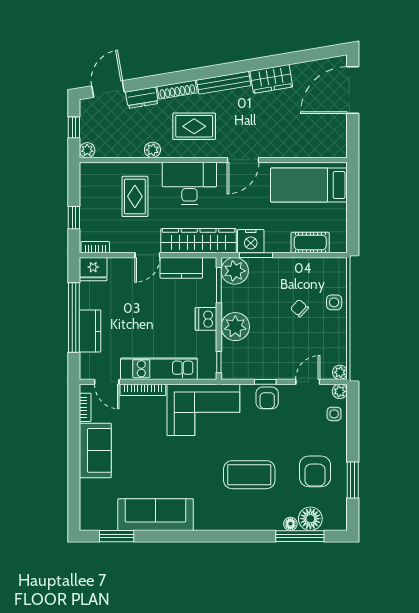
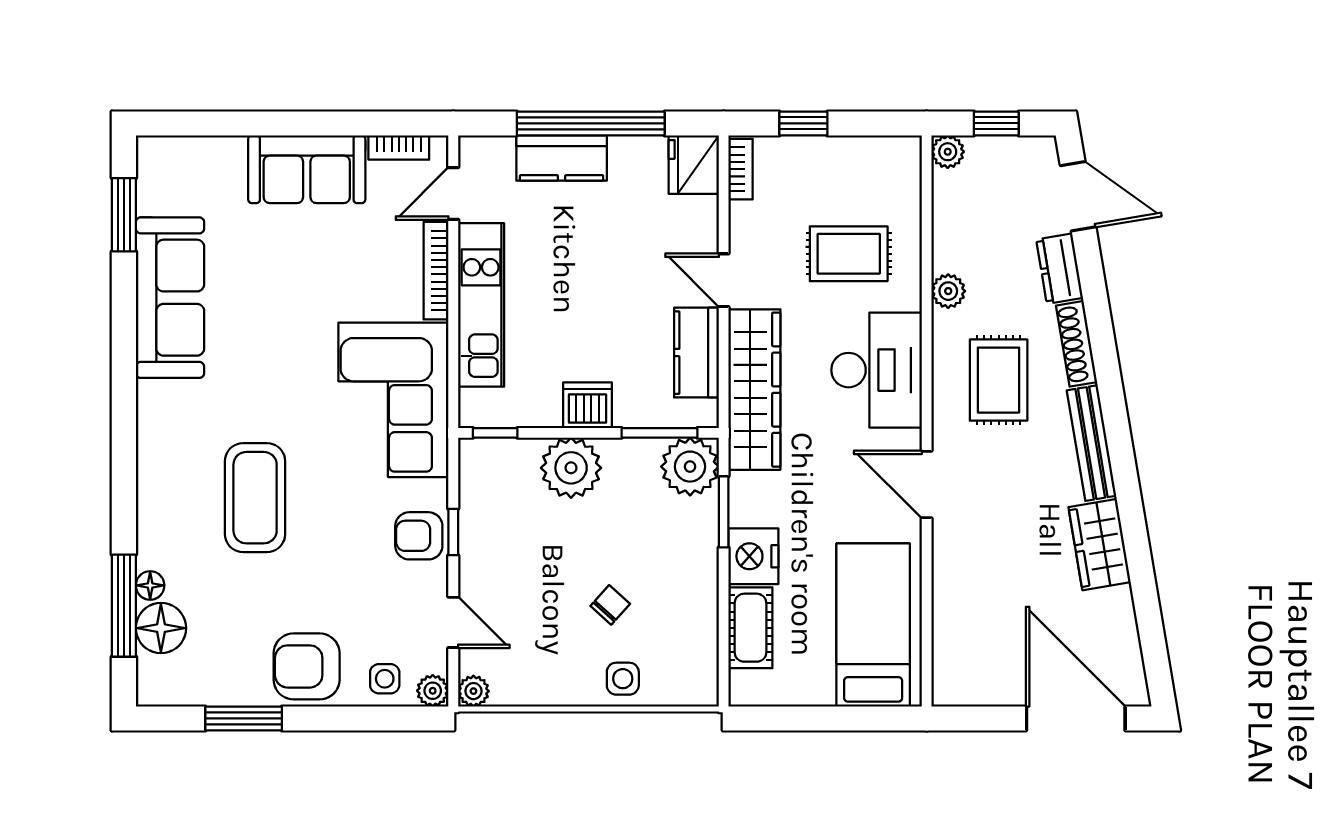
nightstand: (251, 241) -> (753, 556), moved
armchair: (315, 471) -> (307, 666), moved

